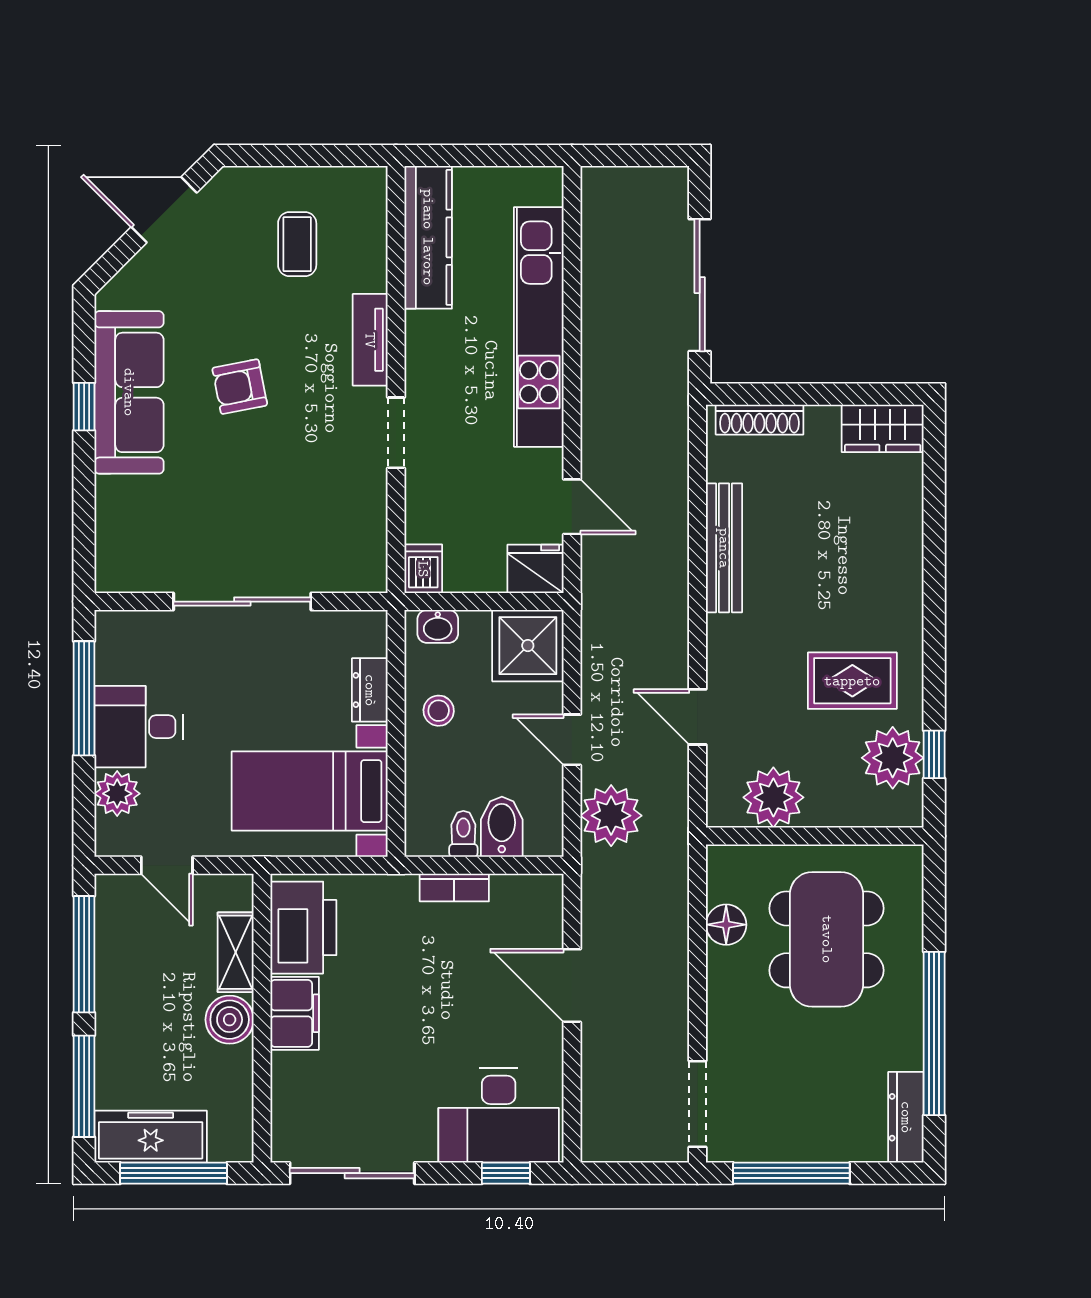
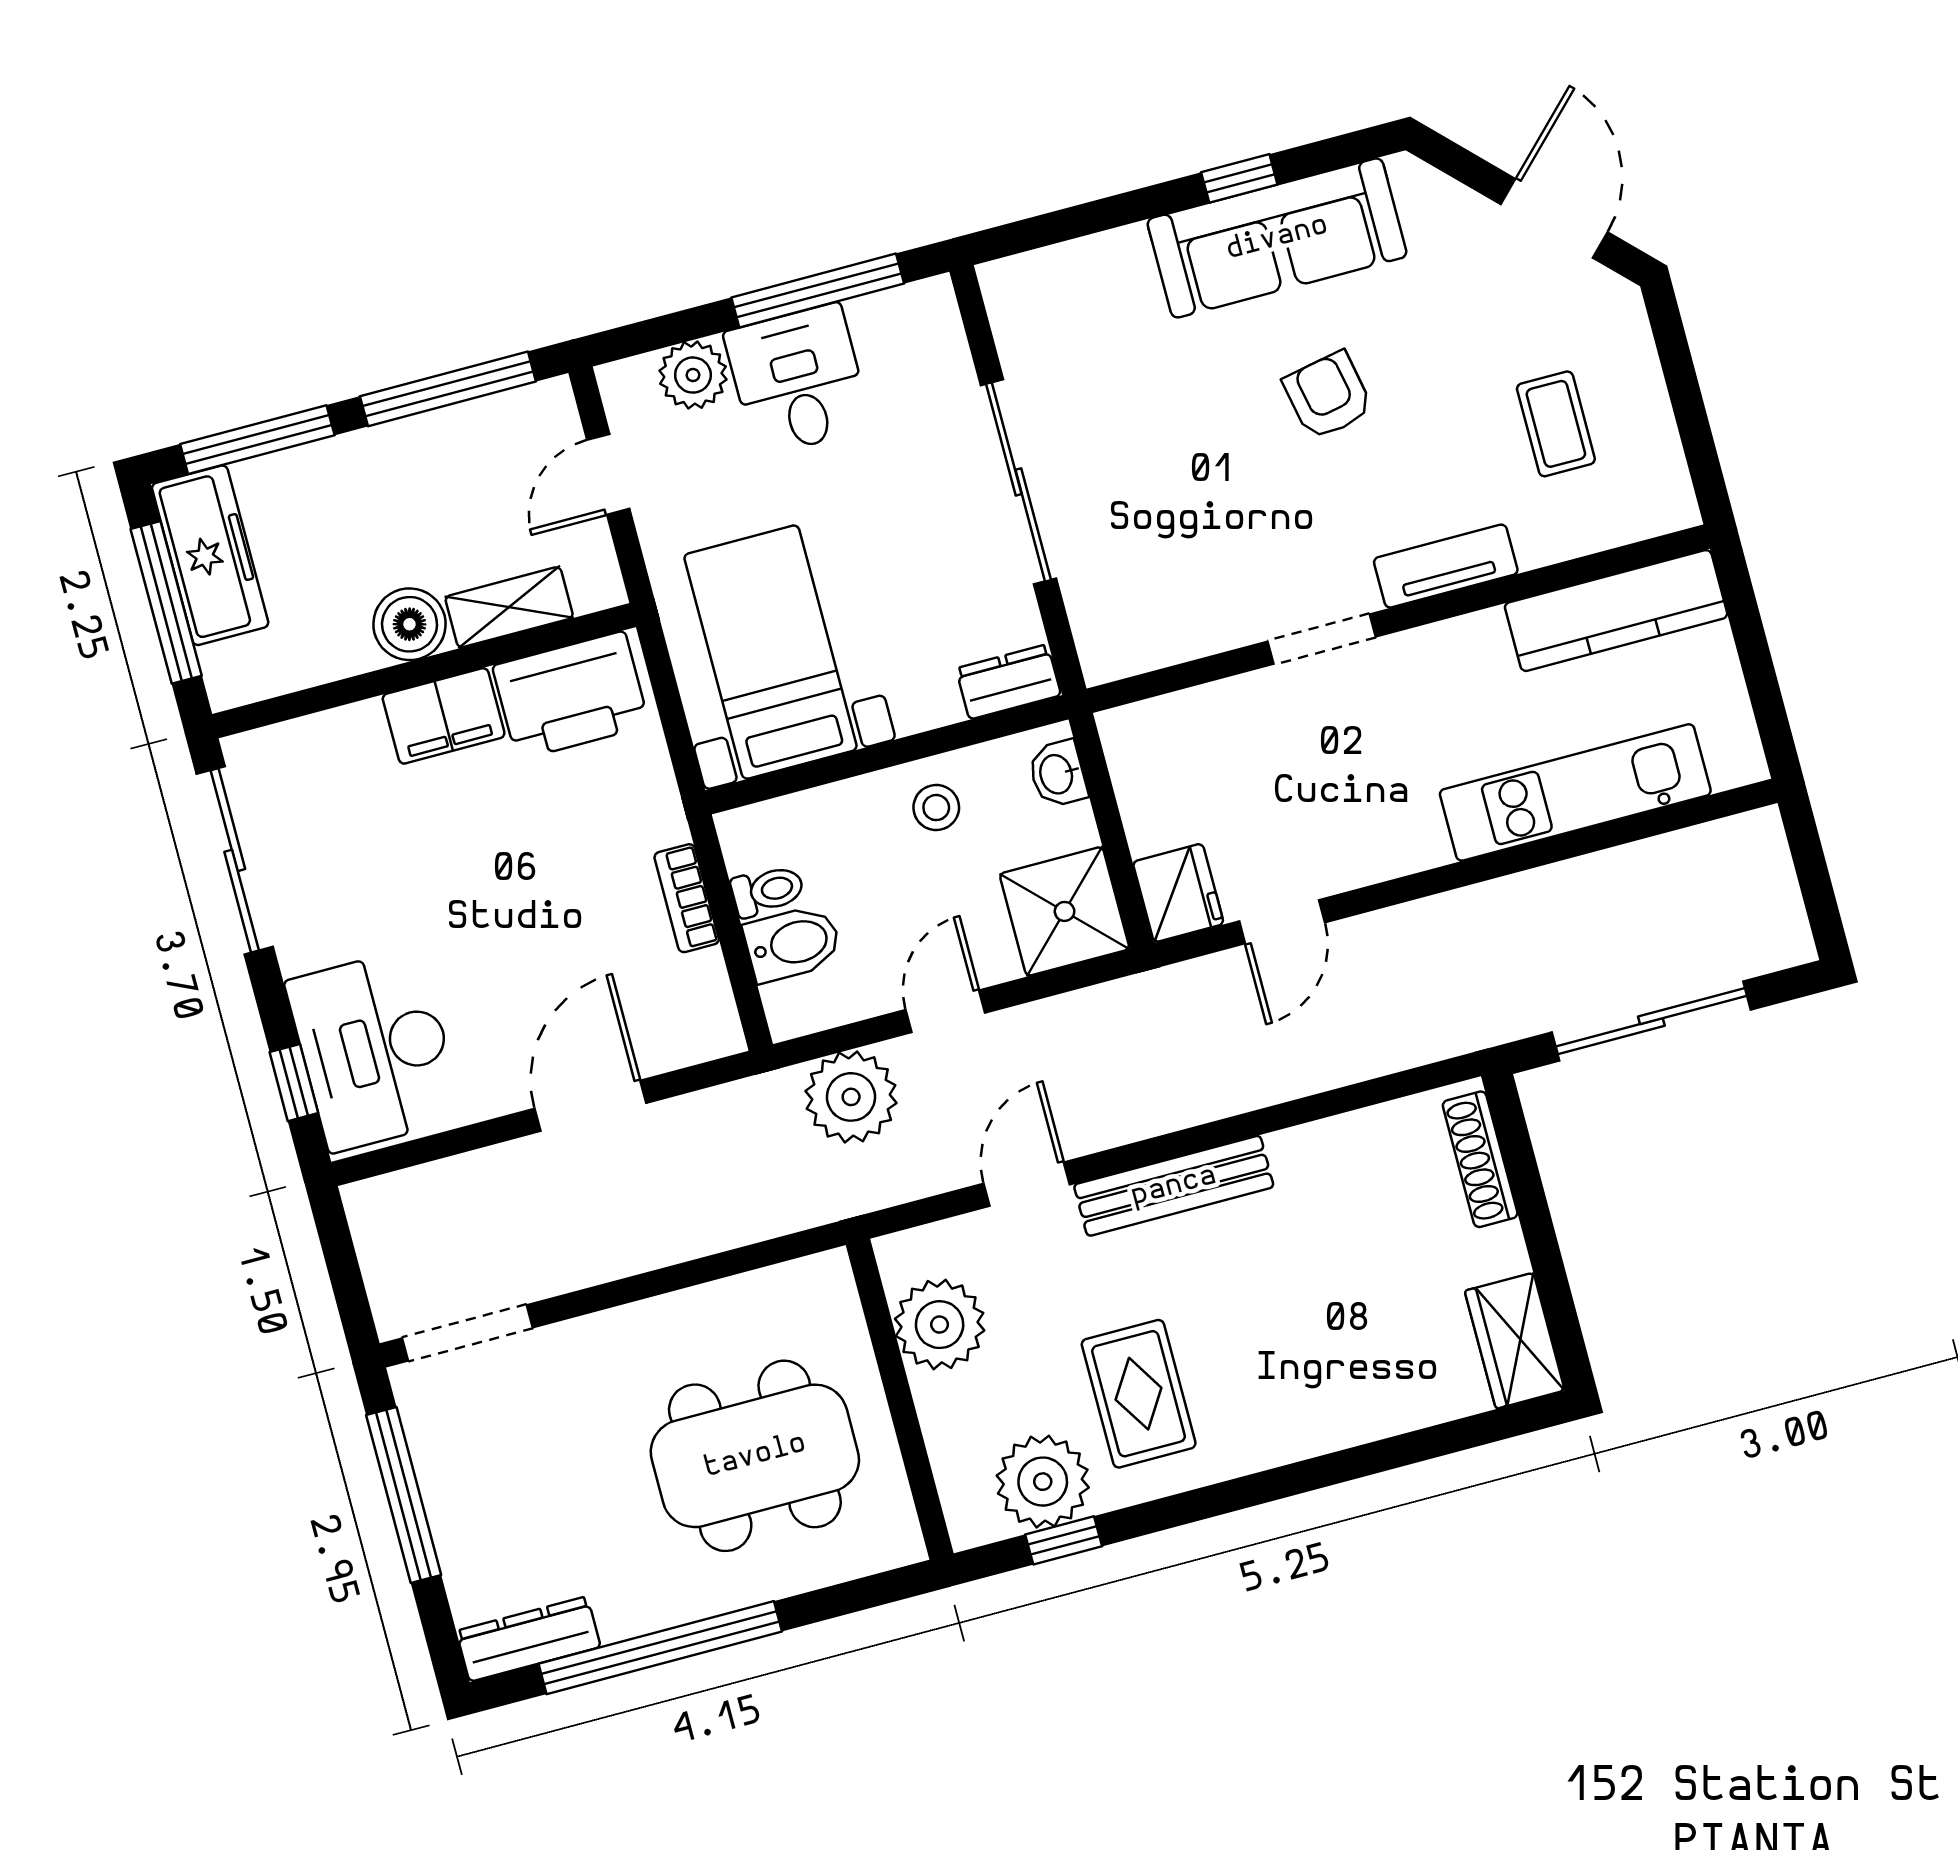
coffee table: (297, 244) -> (1556, 424), turned 90
kitchen unit: (539, 327) -> (1575, 792), width x0.73
bench: (724, 548) -> (1174, 1186), moved
dishwasher: (423, 569) -> (1135, 731), removed
dresser: (370, 690) -> (1008, 682), moved
floor lamp: (726, 925) -> (738, 1305), removed

